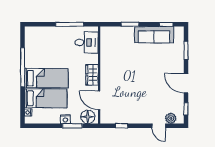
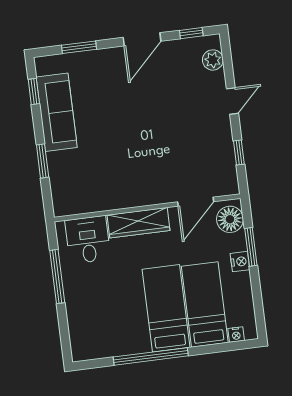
wardrobe: (92, 75) -> (139, 223), width x1.50
door: (159, 126) -> (232, 101), moved

